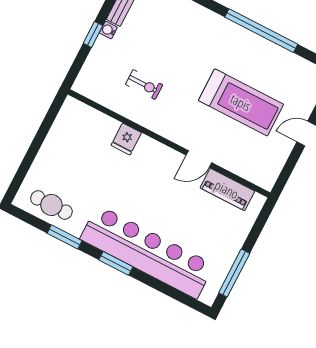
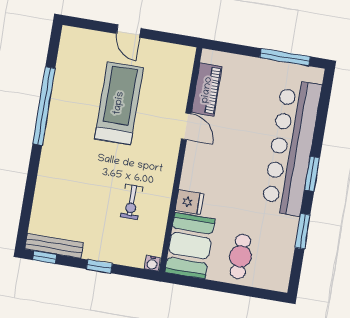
water cooler: (108, 30) -> (152, 263), moved
exercise bike: (144, 85) -> (132, 202), turned 180
booth: (85, 126) -> (190, 246), added
cafe table: (51, 205) -> (240, 256), moved

